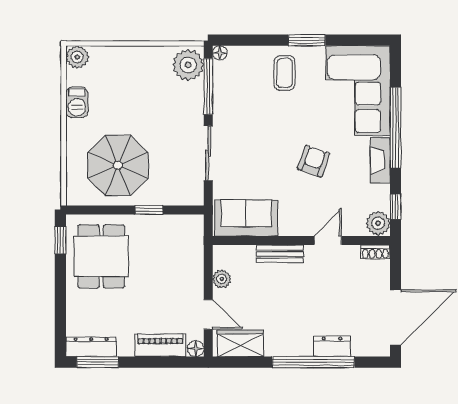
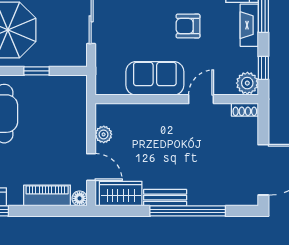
armchair: (314, 161) -> (188, 26), turned -109
sofa: (246, 218) -> (155, 78), moved
bench: (280, 254) -> (165, 198), moved
dresser: (332, 346) -> (205, 196), removed

